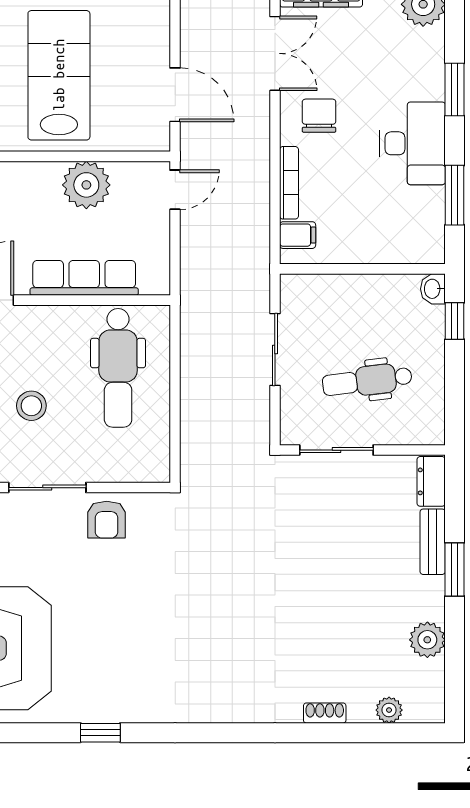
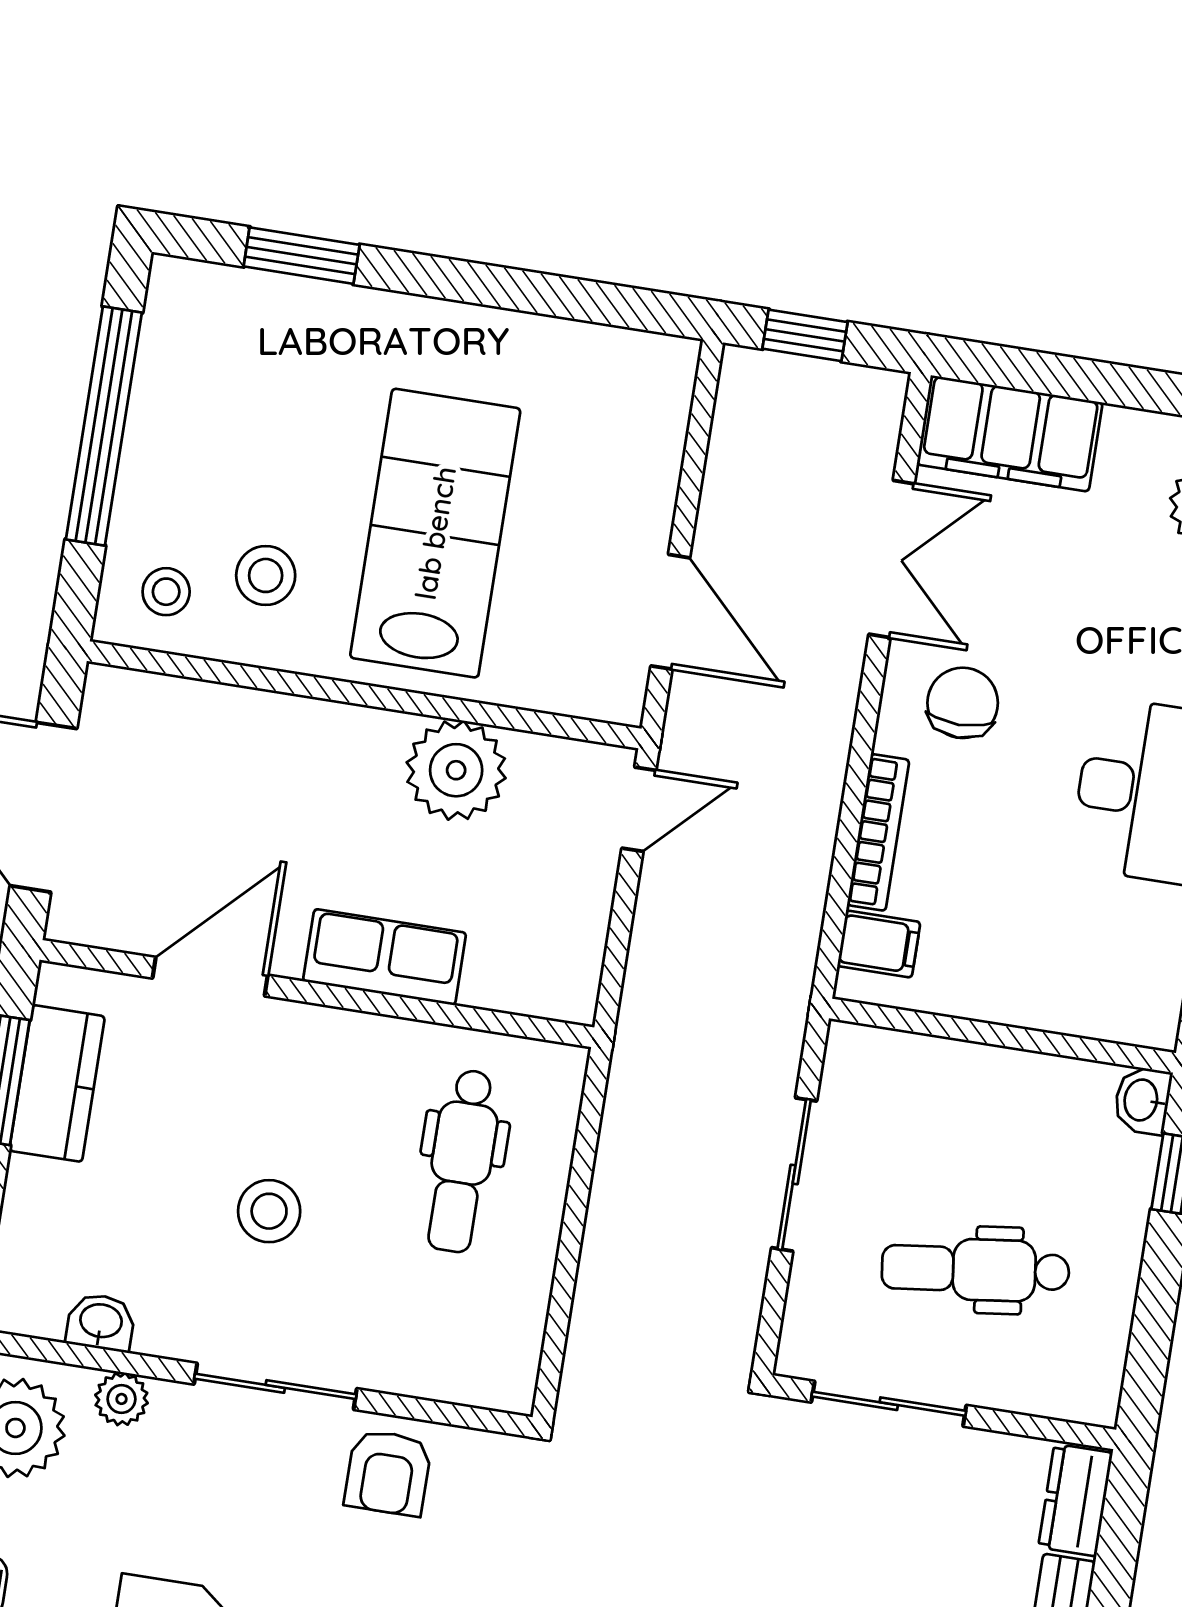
row of seats: (84, 278) -> (385, 957), width x0.68
dental chair: (118, 368) -> (462, 1161), width x0.73, depth x0.72

